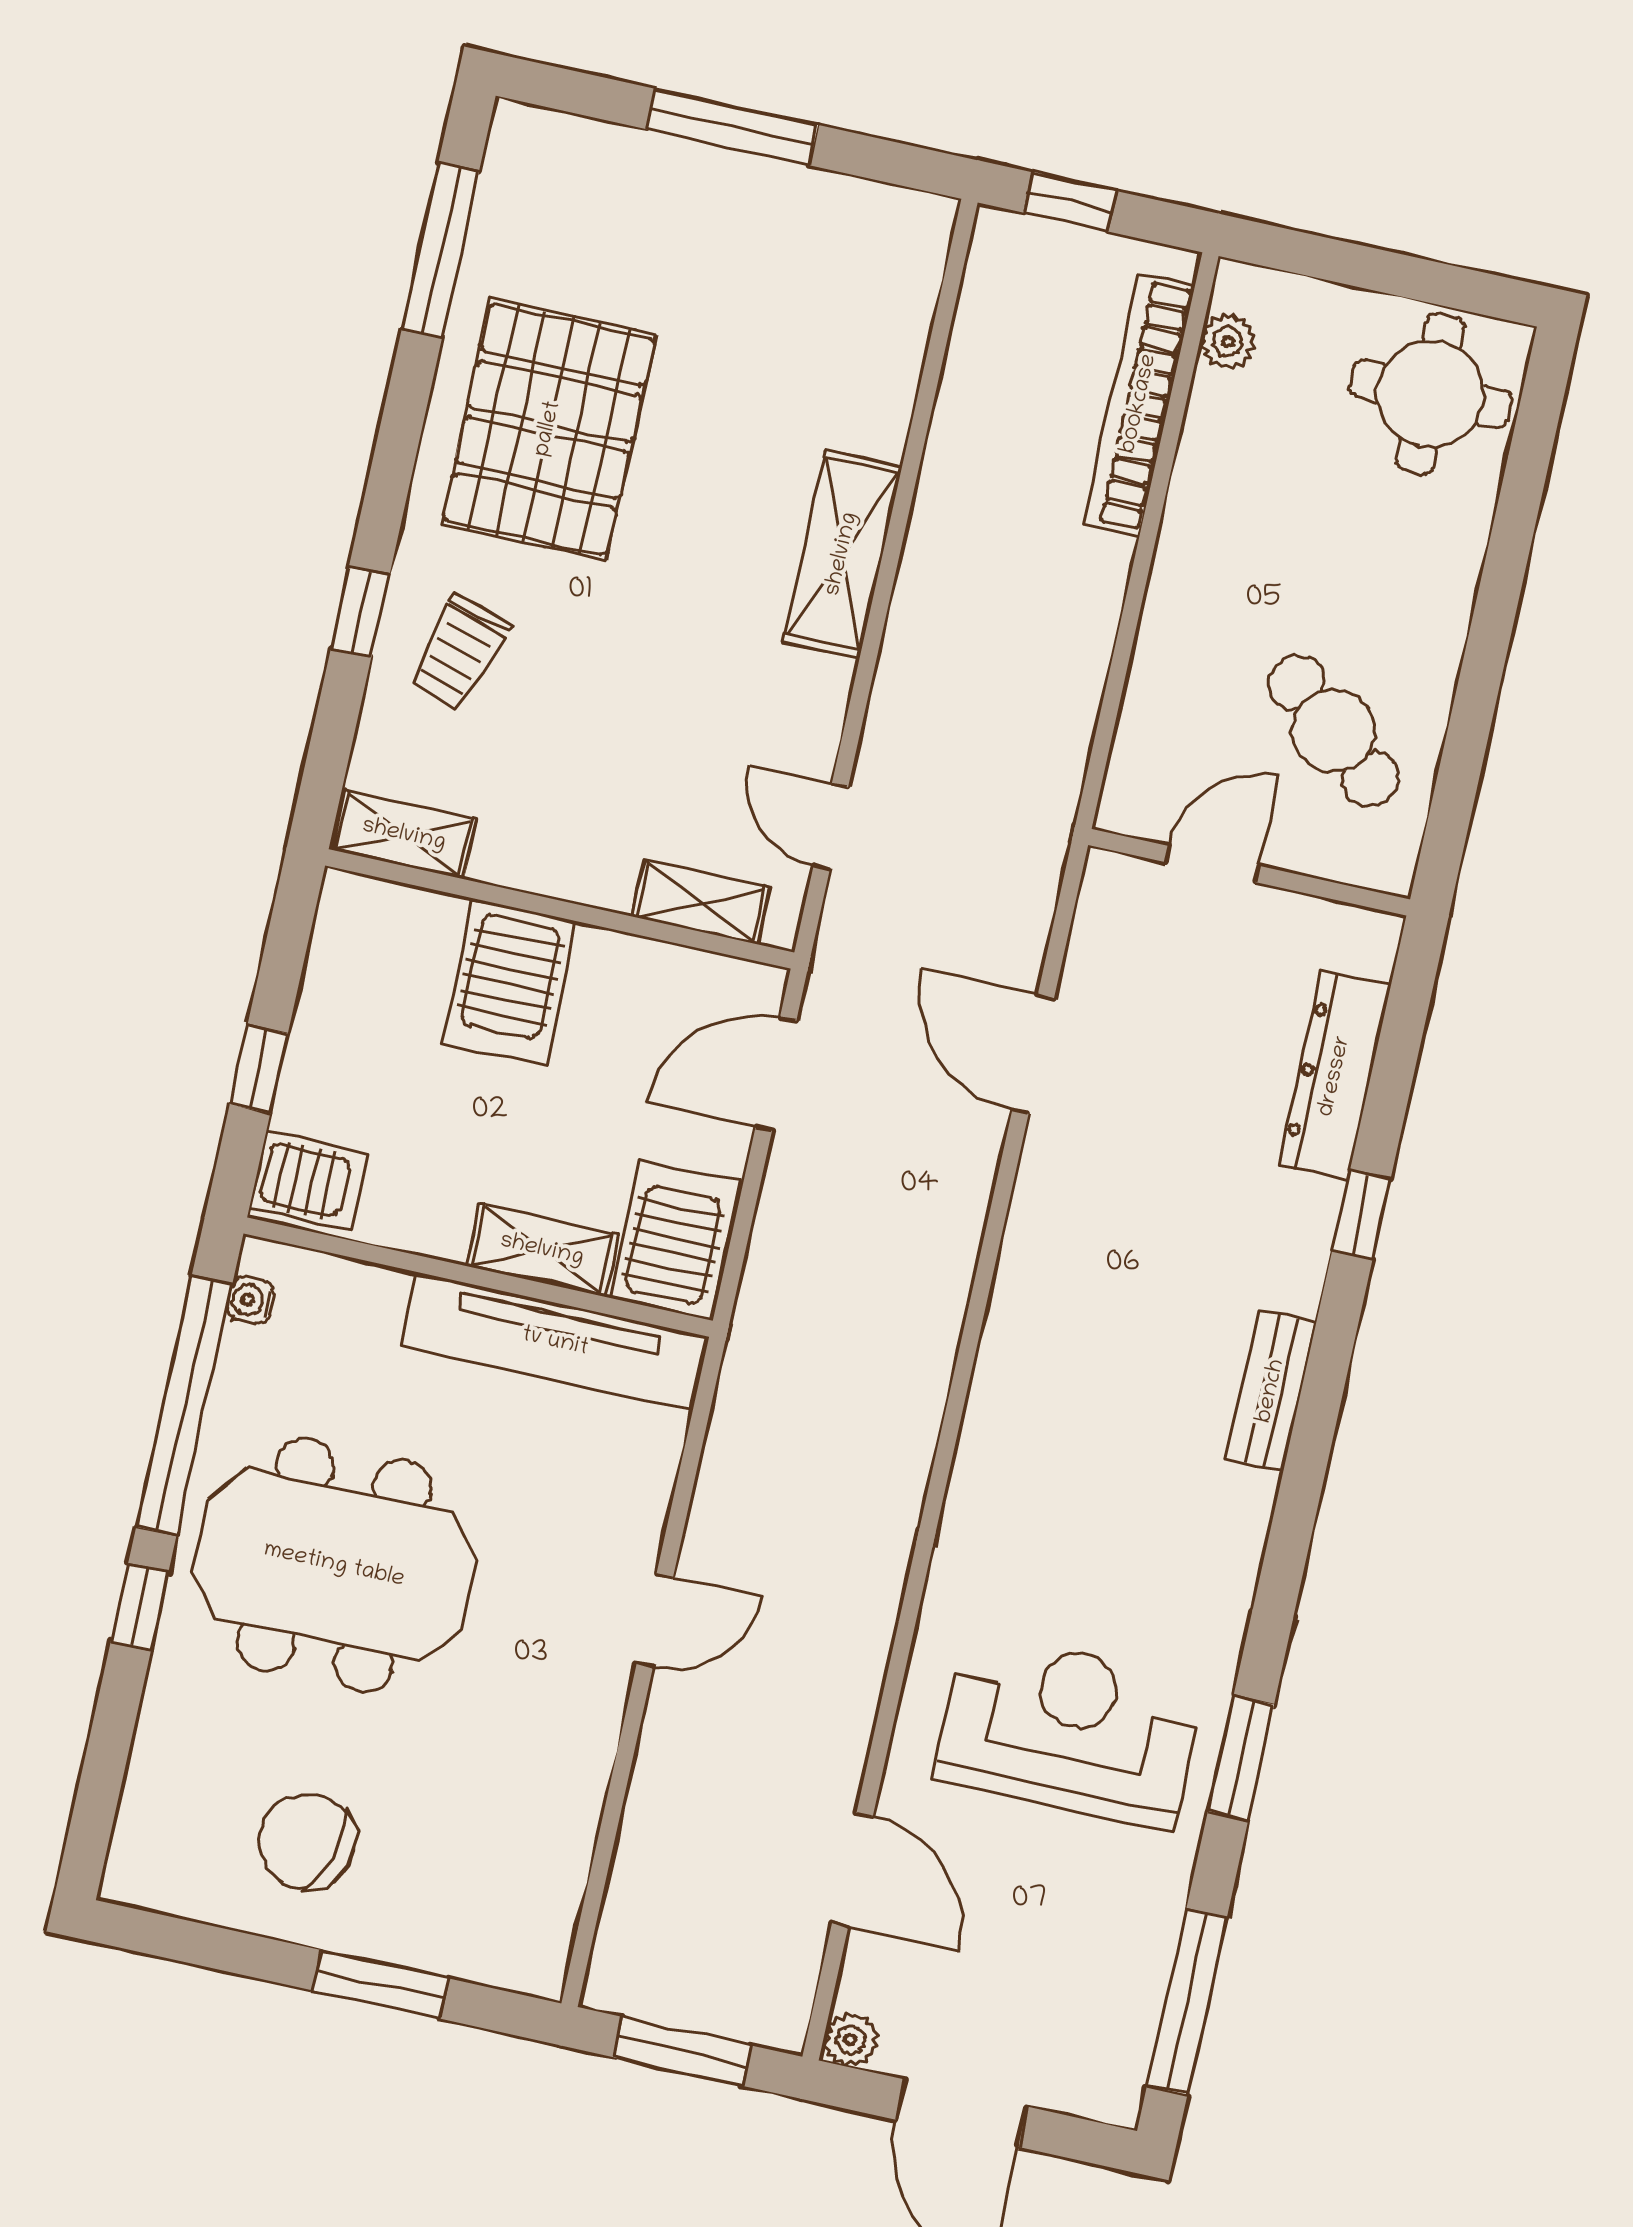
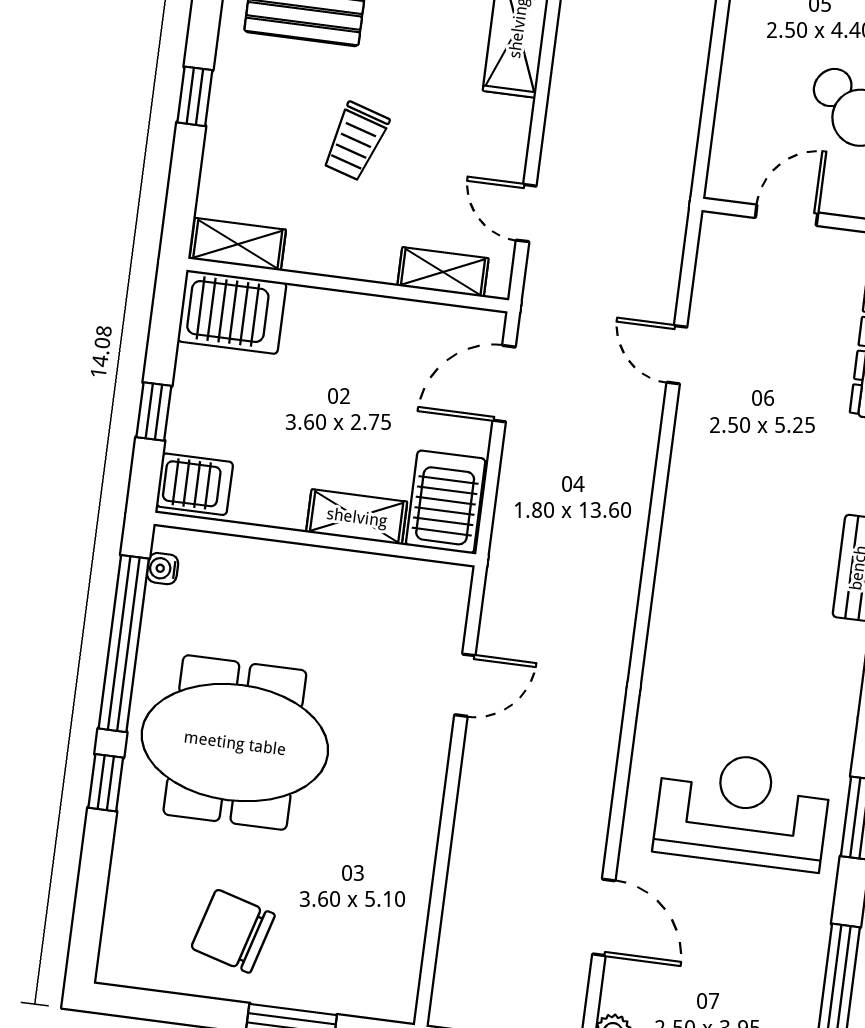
trolley: (459, 653) -> (356, 141), moved
server rack: (509, 982) -> (232, 312), moved, turned -90
door: (1033, 1054) -> (677, 355), width x0.73
tv unit: (555, 1342) -> (371, 578), removed
door: (655, 1620) -> (465, 685), moved

